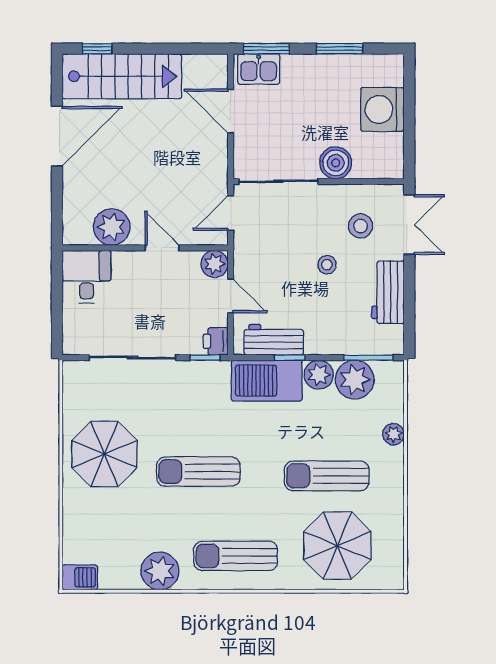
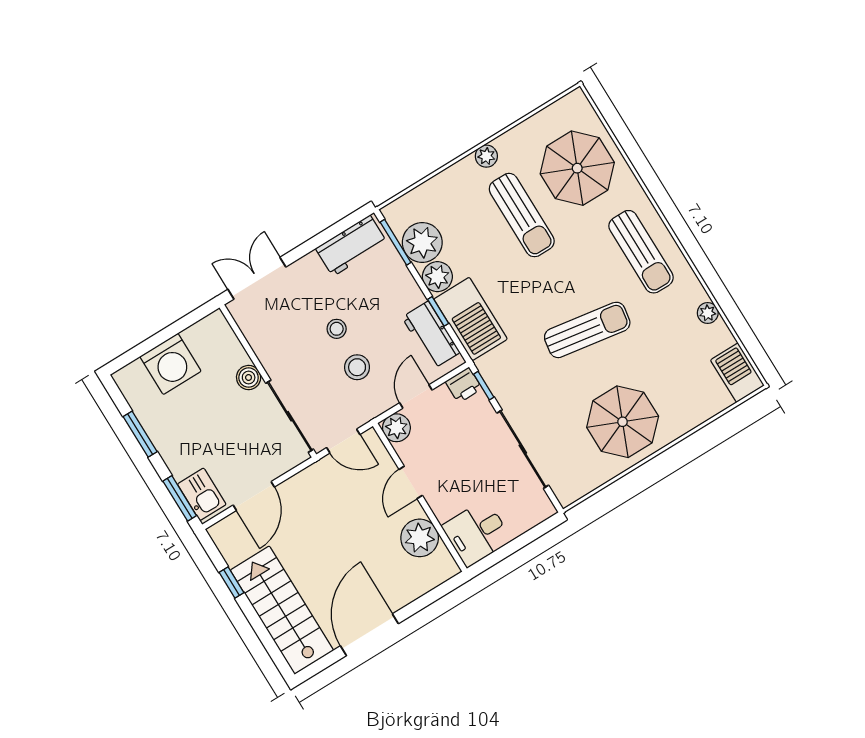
window: (97, 49) -> (232, 583), moved
door: (57, 136) -> (369, 635), hinge flipped
boiler: (336, 163) -> (249, 378), width x0.73, depth x0.73
stool: (361, 226) -> (357, 367), moved
workbench: (388, 292) -> (351, 246), moved
plant: (394, 434) -> (486, 156), moved
sun lounger: (198, 472) -> (587, 330), turned -81
plant: (160, 571) -> (708, 313), width x0.53, depth x0.53
barbecue: (80, 577) -> (737, 373), width x1.38, depth x1.27

